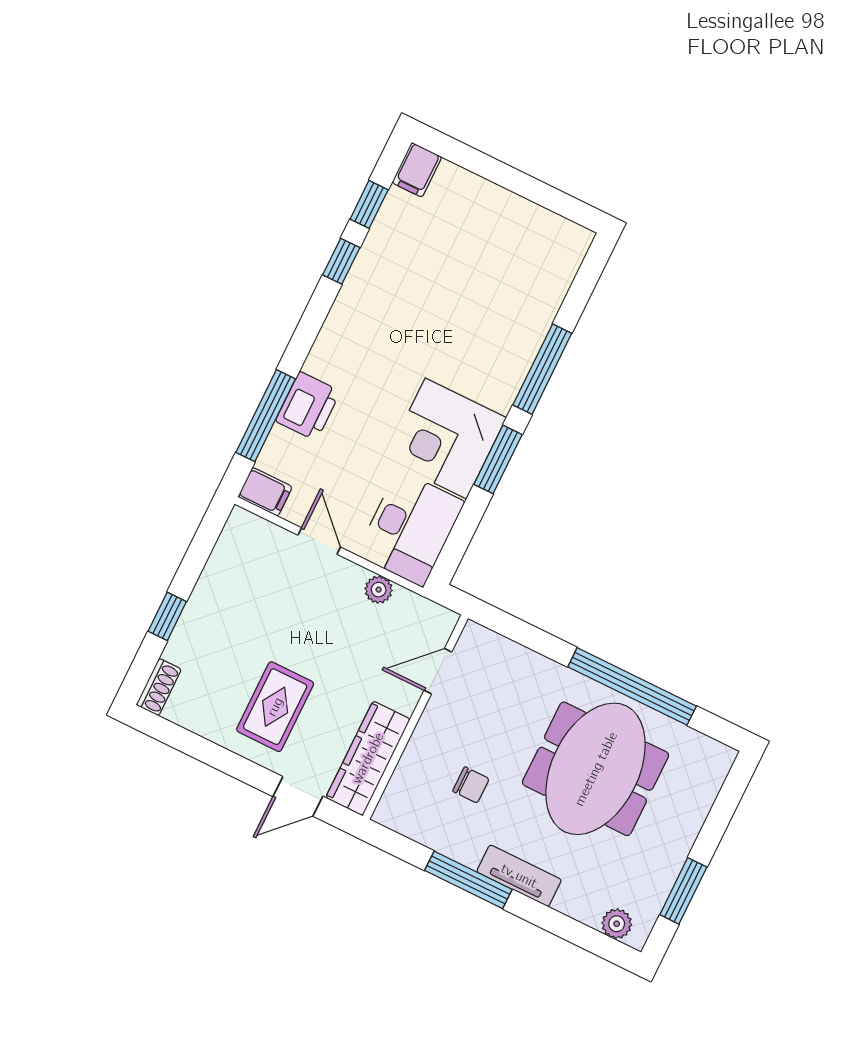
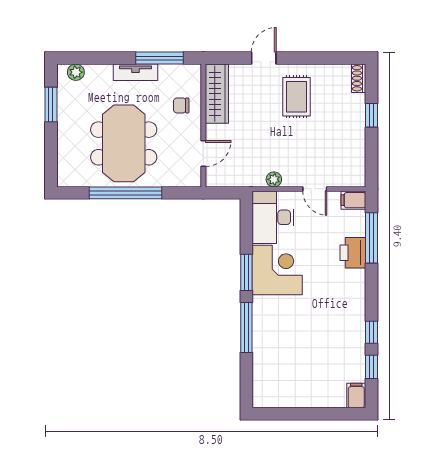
door: (438, 671) -> (203, 154), moved
wall: (415, 717) -> (203, 125), moved
wardrobe: (368, 758) -> (217, 94), moved

